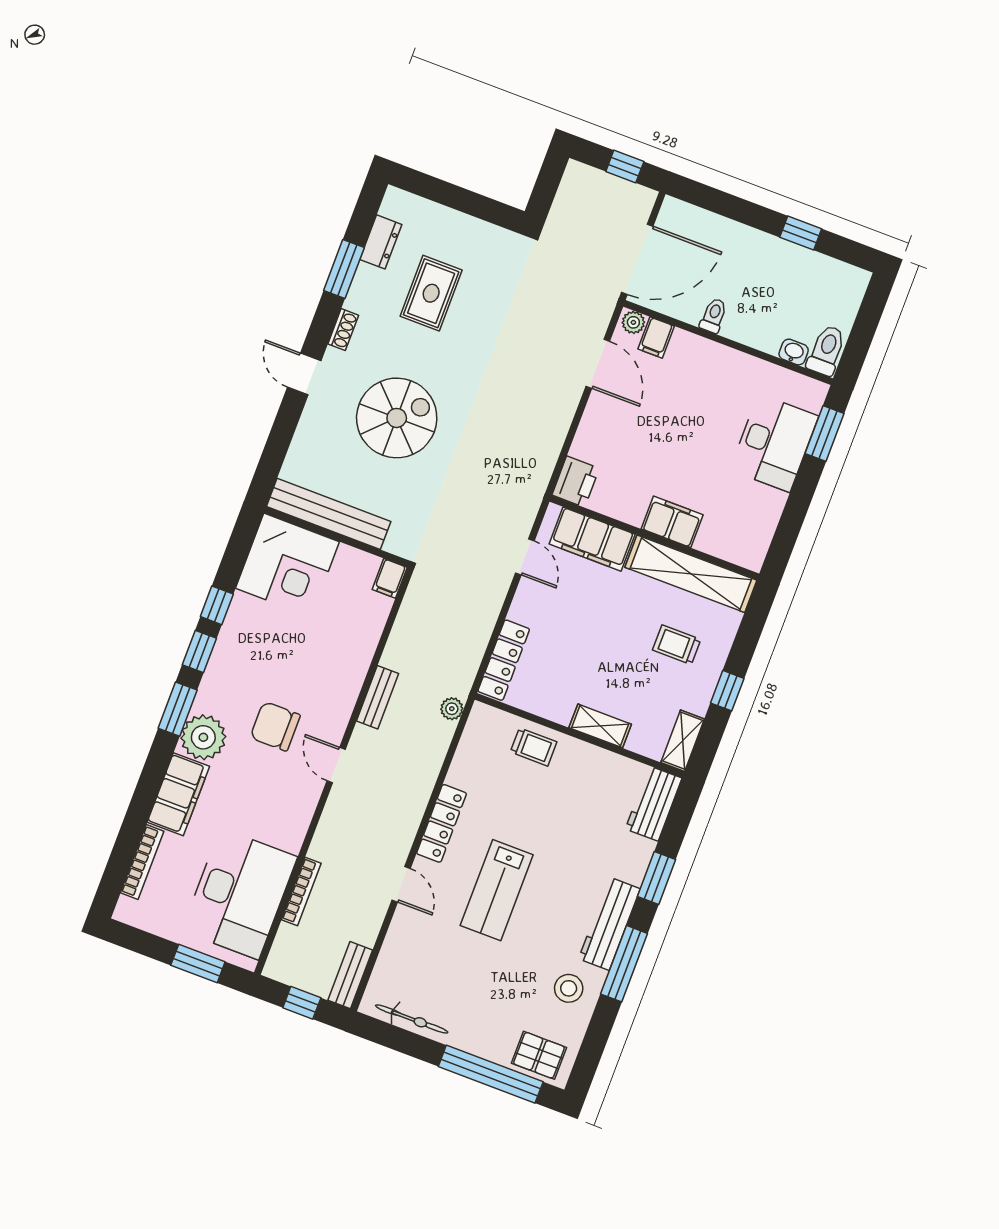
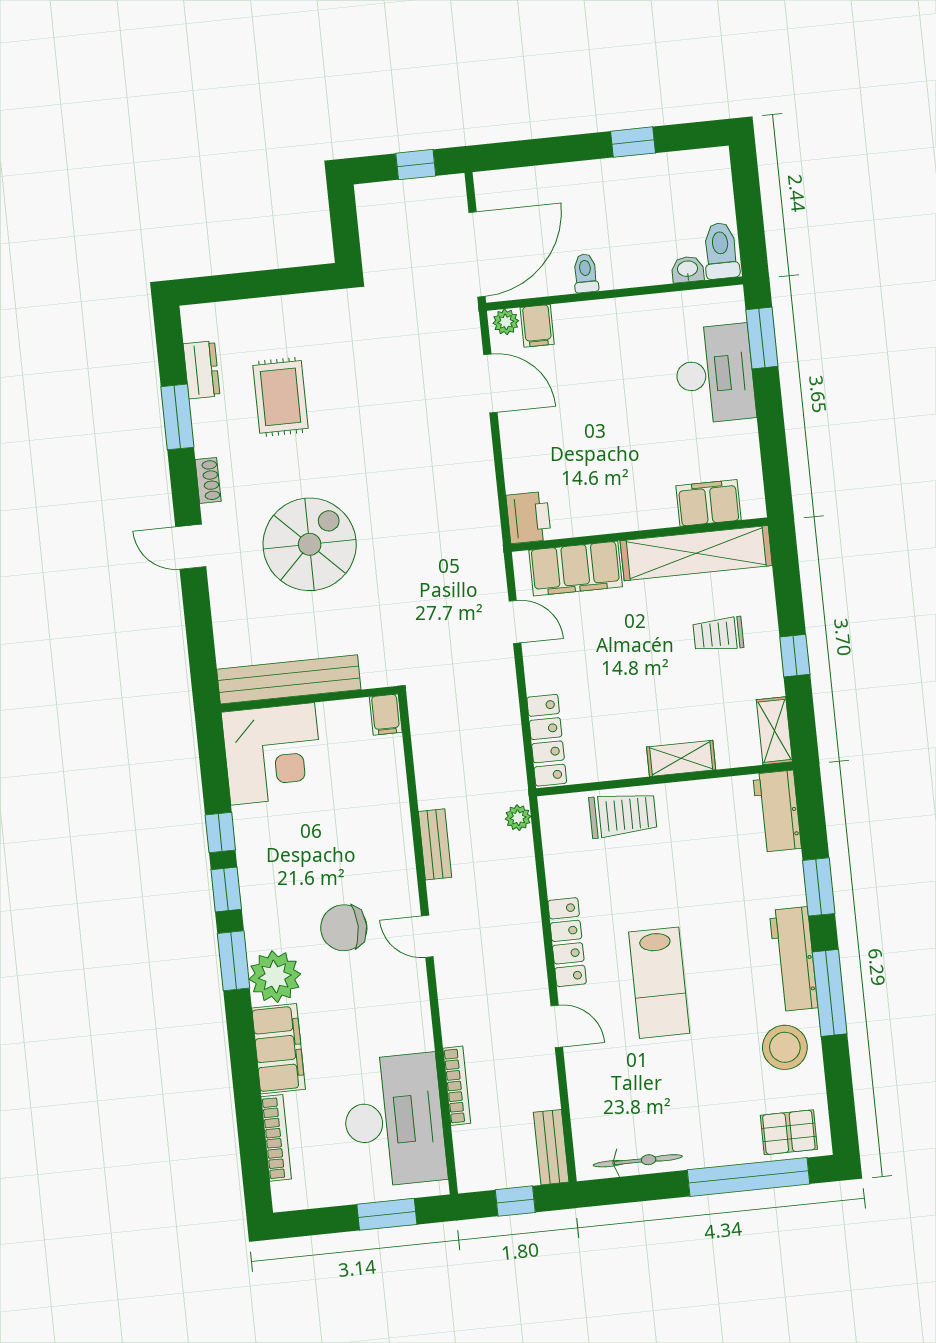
filing cabinet: (672, 522) -> (708, 503), moved
trolley: (534, 747) -> (623, 815), width x1.36, depth x1.39
stool: (569, 988) -> (785, 1047), width x1.38, depth x1.38

